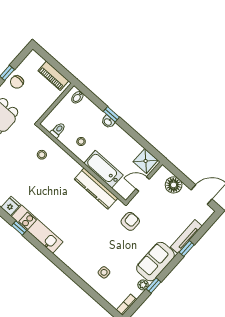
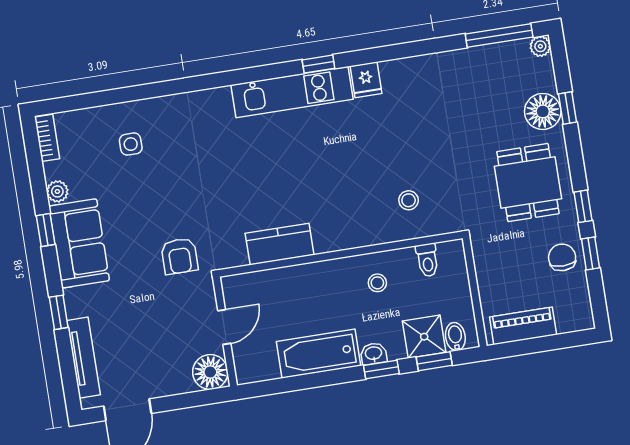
window: (93, 98) -> (434, 361), added
shower: (146, 161) -> (424, 337), moved
bathtub: (104, 169) -> (318, 354), moved, turned 180
floor lamp: (174, 185) -> (210, 372), moved
kitchen counter: (96, 189) -> (280, 244), width x0.67
tv unit: (186, 237) -> (84, 358), moved
window: (154, 286) -> (46, 230), moved

